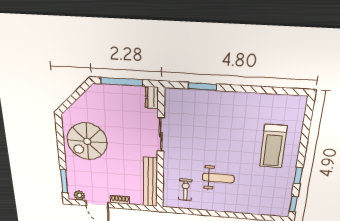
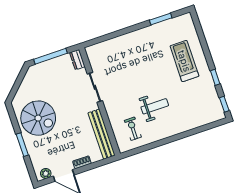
window: (202, 86) -> (161, 19), moved
spiral stairs: (87, 141) -> (38, 118), turned -90
treadmill: (273, 146) -> (184, 61), turned 180
window: (64, 181) -> (22, 145), moved

